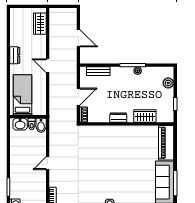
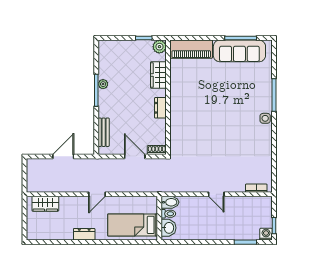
plant: (168, 83) -> (159, 47), moved

